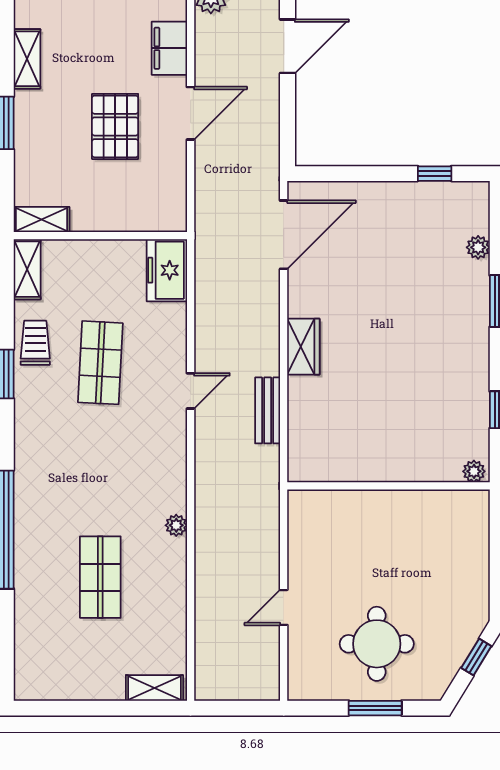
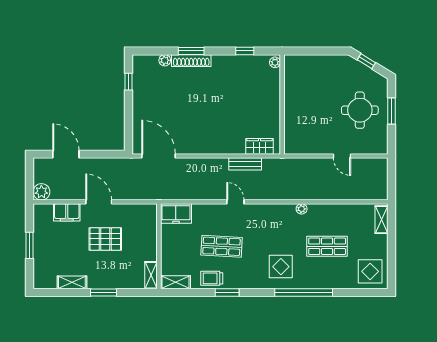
shoe rack: (478, 301) -> (191, 61), added
wardrobe: (303, 347) -> (259, 146), moved
display table: (59, 483) -> (281, 267), added
display table: (49, 665) -> (370, 271), added

